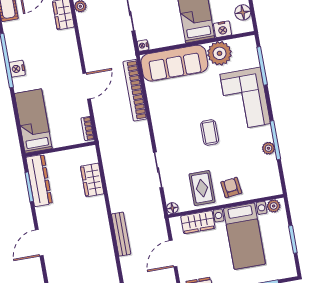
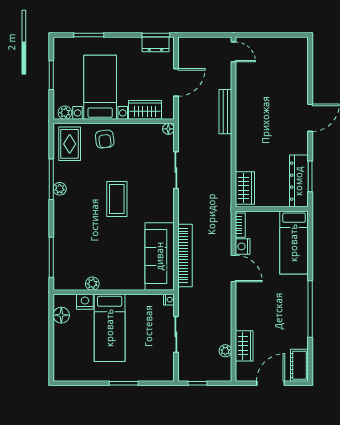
plant: (220, 53) -> (92, 284), width x0.53, depth x0.53
sofa: (174, 63) -> (160, 256), moved, turned -90
nightstand: (17, 69) -> (243, 246), moved, turned 180
door: (87, 86) -> (233, 268), swing flipped
corner sofa: (245, 99) -> (75, 227), removed
coffee table: (210, 132) -> (117, 199), width x1.36, depth x1.30
plant: (269, 148) -> (60, 189), moved
wardrobe: (92, 180) -> (245, 188), moved
rug: (202, 188) -> (70, 144), moved

